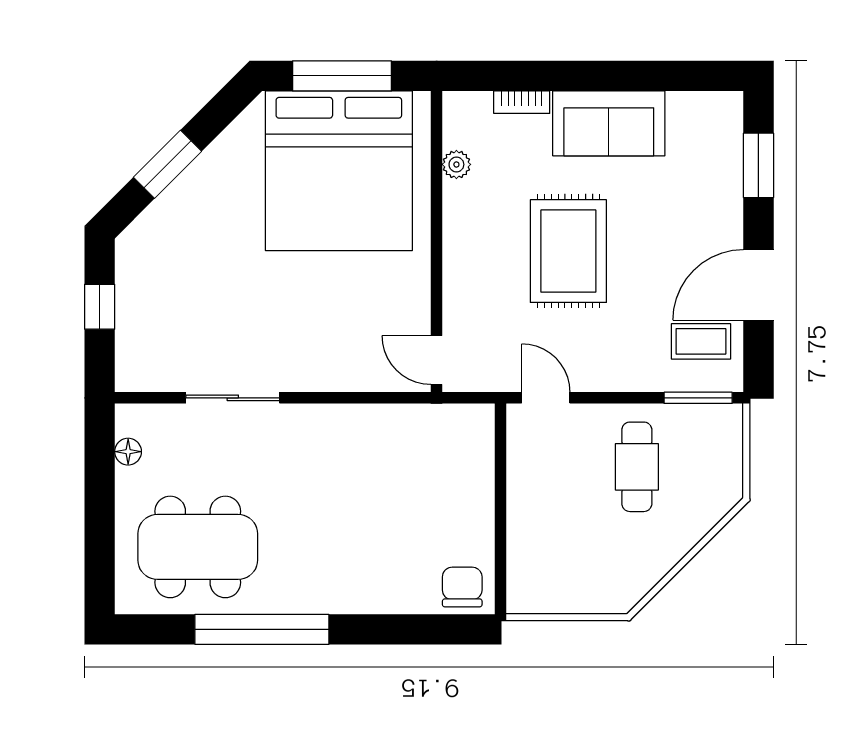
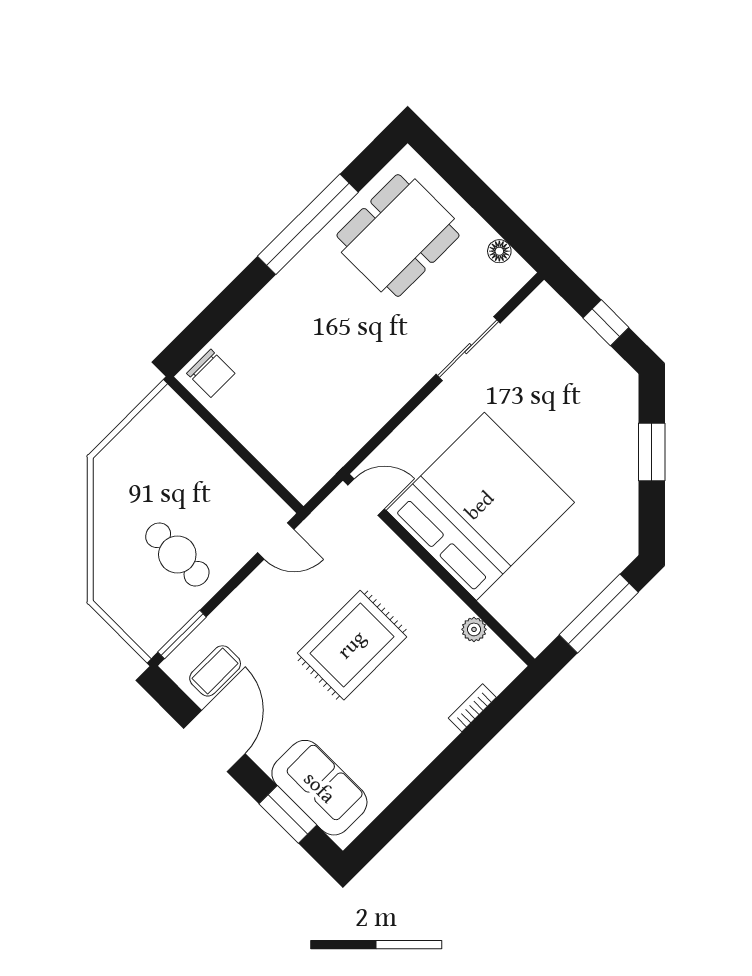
sofa: (609, 123) -> (319, 788), moved, turned 90
bed: (339, 171) -> (480, 506), moved, turned 90
rug: (568, 251) -> (352, 645), turned 90

